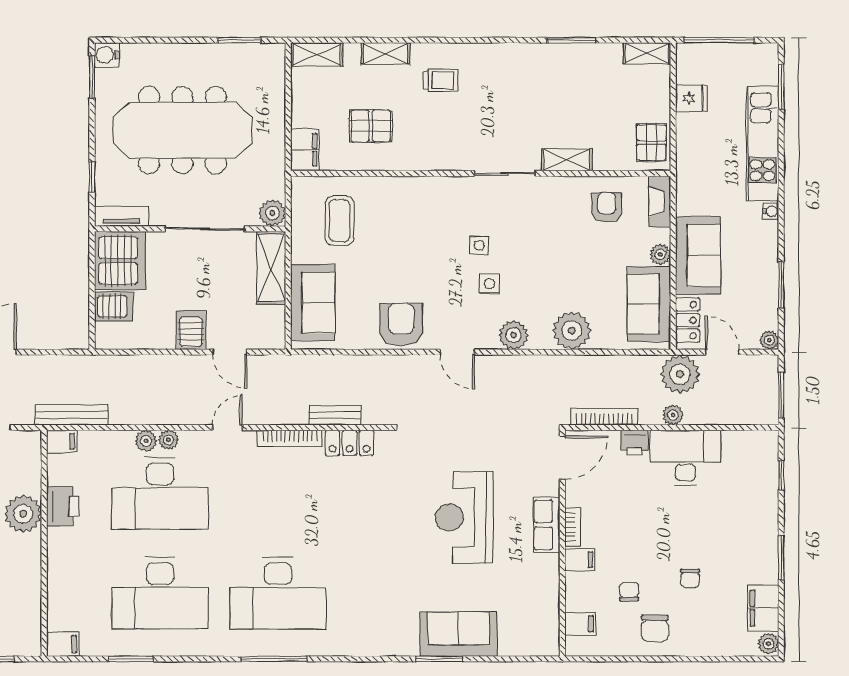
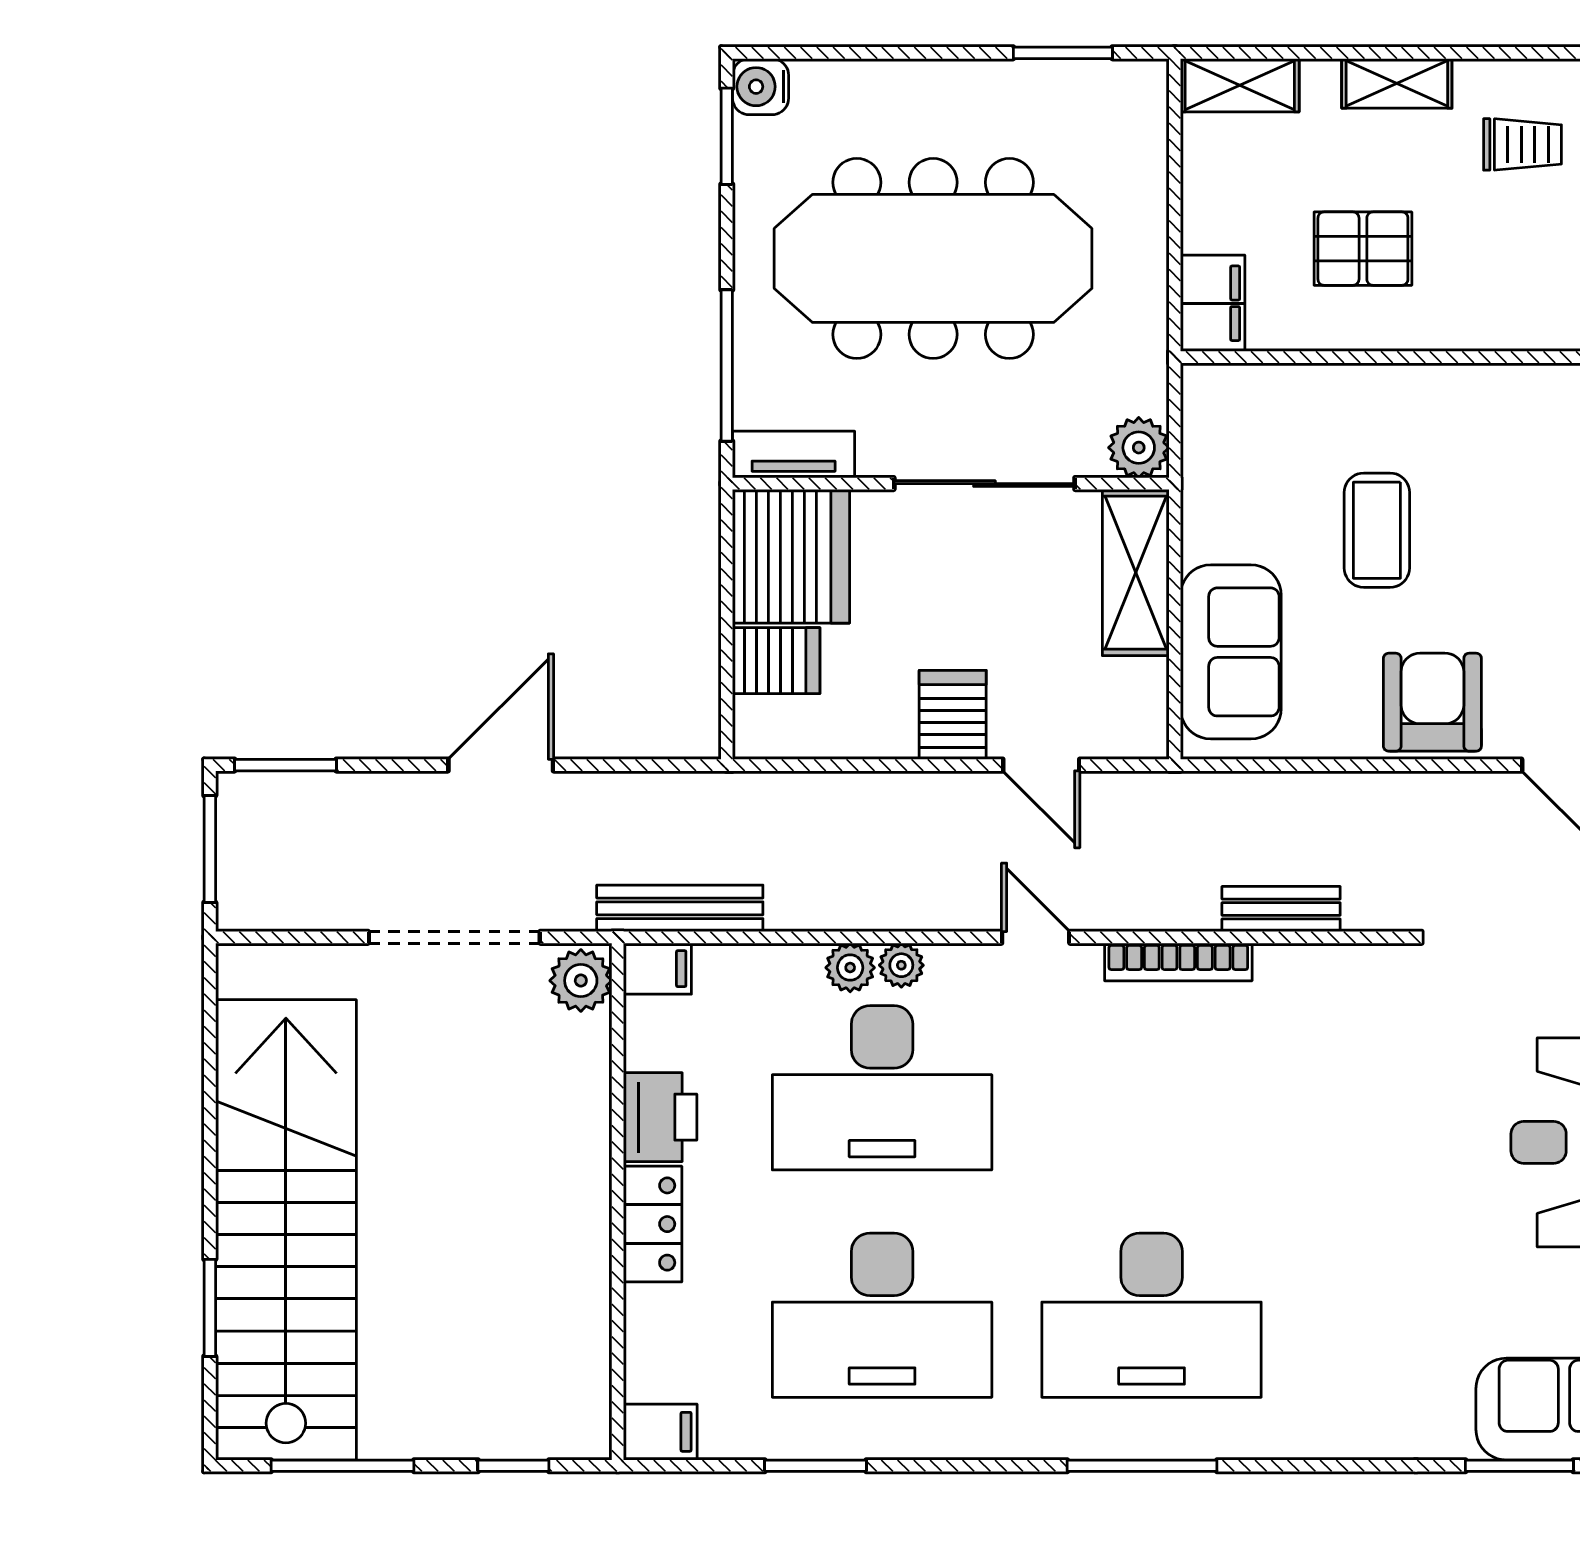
window: (92, 177) -> (727, 365), width x2.17
coffee table: (339, 221) -> (1377, 530), moved
door: (227, 428) -> (1036, 937), hinge flipped
locker: (349, 443) -> (653, 1224), moved, turned -90
plant: (23, 514) -> (581, 981), moved, width x0.73, depth x0.73

